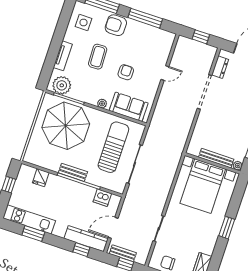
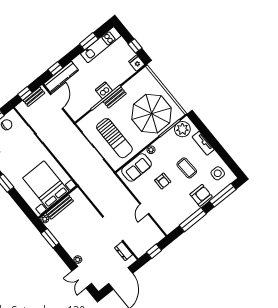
fridge: (41, 178) -> (137, 63), moved
dishwasher: (102, 198) -> (104, 90), moved

